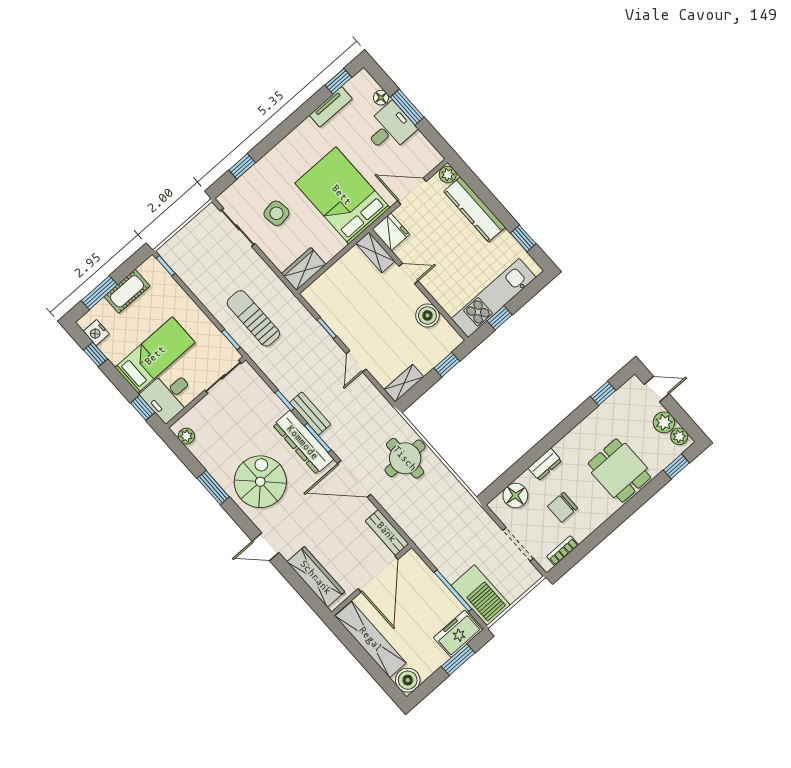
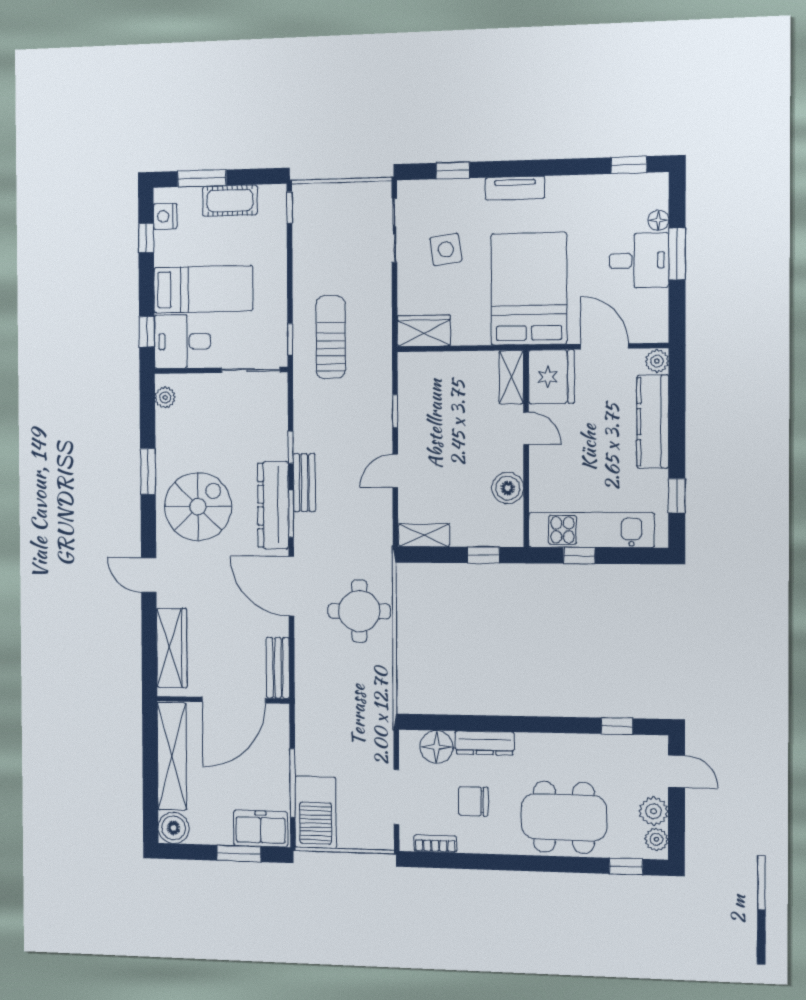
tv unit: (331, 107) -> (515, 188), moved
fridge: (391, 232) -> (551, 377), width x1.36, depth x1.34
dresser: (545, 464) -> (485, 743), width x1.44
dining table: (619, 470) -> (564, 817), width x1.38

